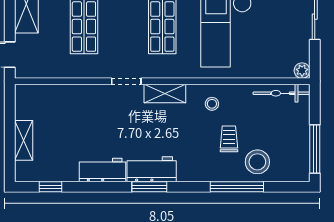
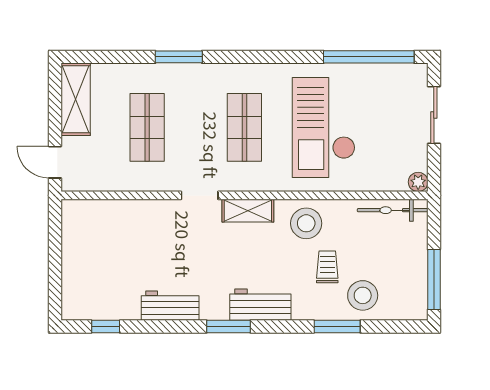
stool: (212, 104) -> (306, 223), width x1.89, depth x1.89
shelving: (24, 140) -> (72, 269), removed
workbench: (152, 169) -> (260, 305), moved
window: (237, 187) -> (337, 327), width x0.69

